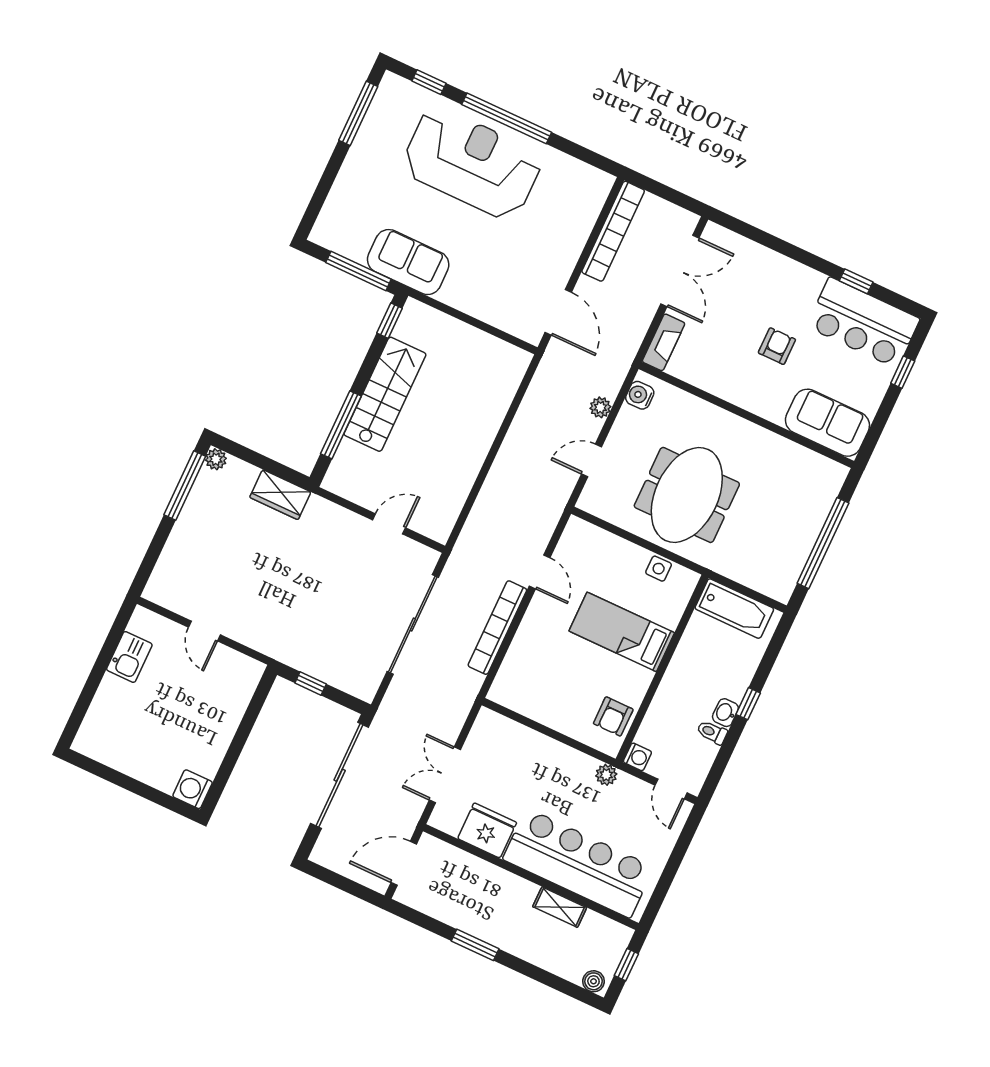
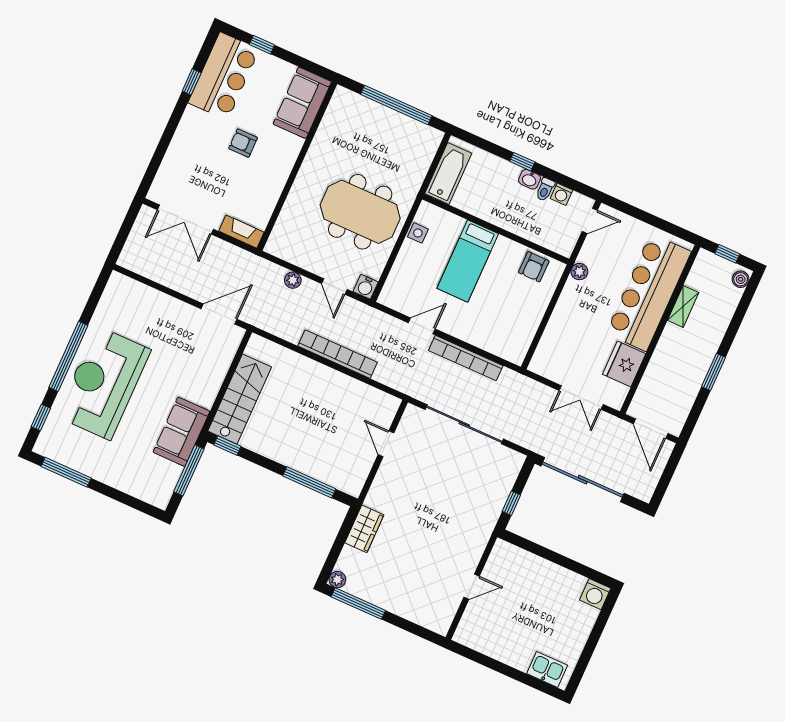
bookcase: (613, 231) -> (338, 354), moved
double door: (680, 271) -> (185, 220), swing flipped
stairs: (385, 394) -> (240, 399), moved, turned 90
water cooler: (640, 395) -> (366, 287), moved
kitchen sink: (129, 657) -> (547, 669), moved
armchair: (613, 716) -> (534, 267), turned 90
washing machine: (637, 757) -> (562, 194), moved, turned 180

